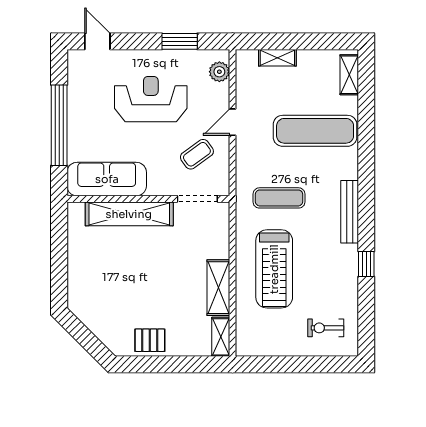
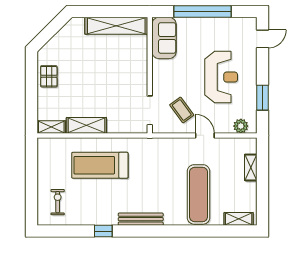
sofa: (107, 179) -> (164, 38), width x0.73
exercise mat: (279, 198) -> (151, 169), removed
shelving: (129, 214) -> (116, 26), moved, turned 90

